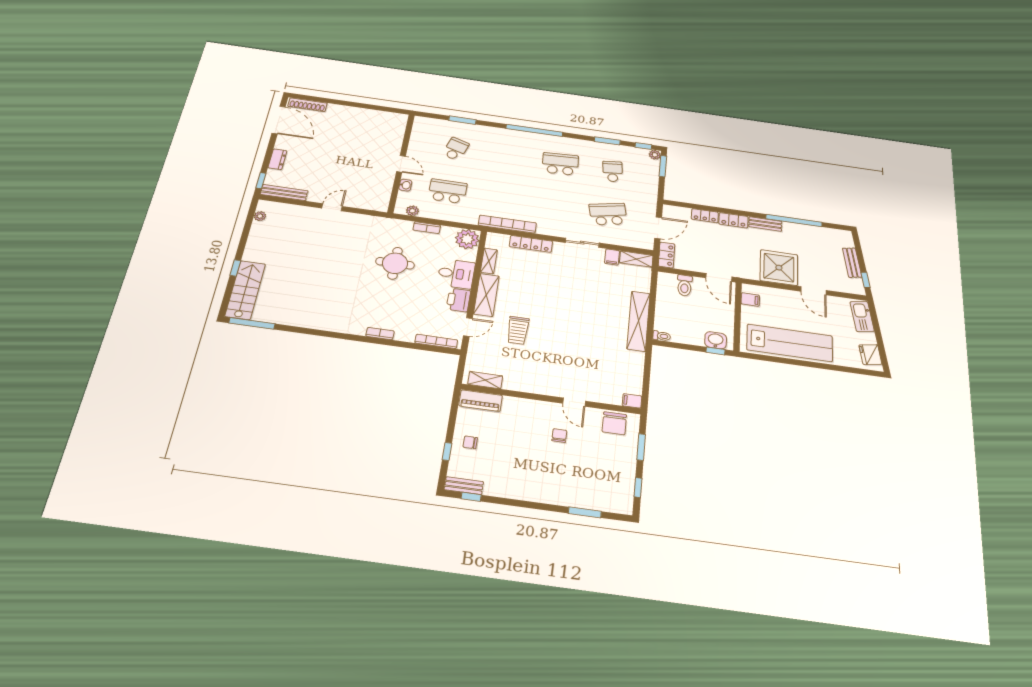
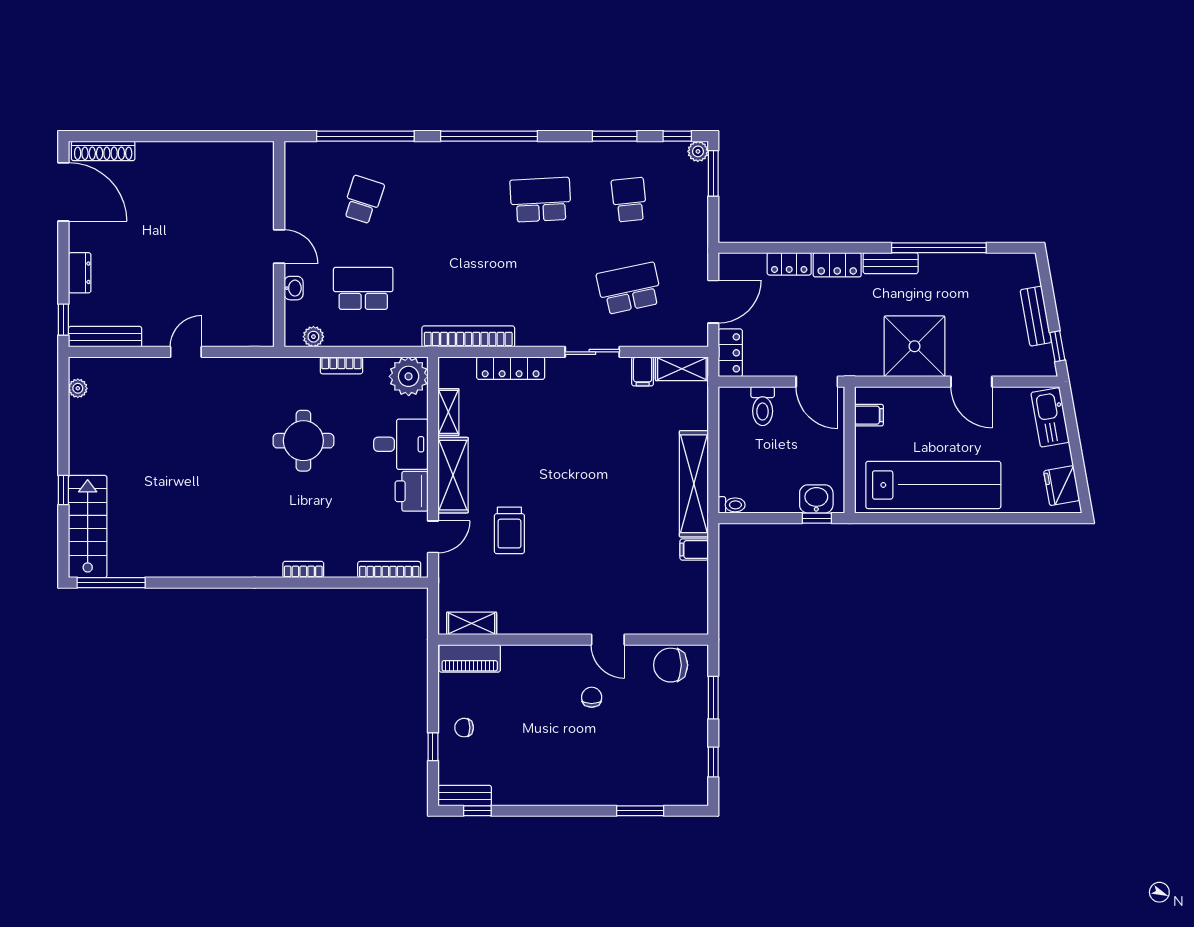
window: (462, 120) -> (365, 136), width x2.11
filing cabinet: (632, 401) -> (694, 549), moved
chair: (614, 423) -> (671, 665), turned 90

